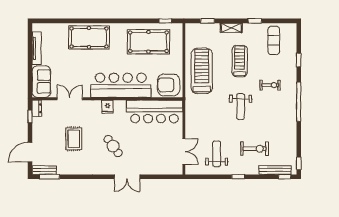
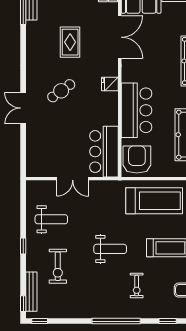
bar counter: (121, 85) -> (136, 110), width x0.73
double door: (70, 99) -> (120, 37), width x1.37
weight bench: (241, 107) -> (110, 249), turned 180
bar counter: (155, 112) -> (104, 152), width x0.73
rug: (74, 139) -> (70, 42), turned 90
double door: (184, 151) -> (73, 179), moved

